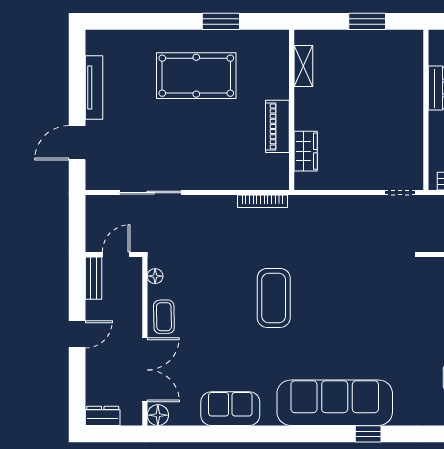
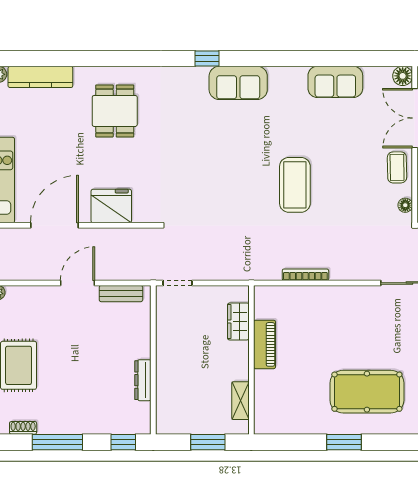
shelving: (303, 66) -> (240, 401), moved
wall: (292, 110) -> (251, 360), moved
piano: (277, 126) -> (265, 344), moved
wardrobe: (306, 151) -> (238, 321), moved
sofa: (335, 403) -> (238, 83), width x0.54, depth x0.79

